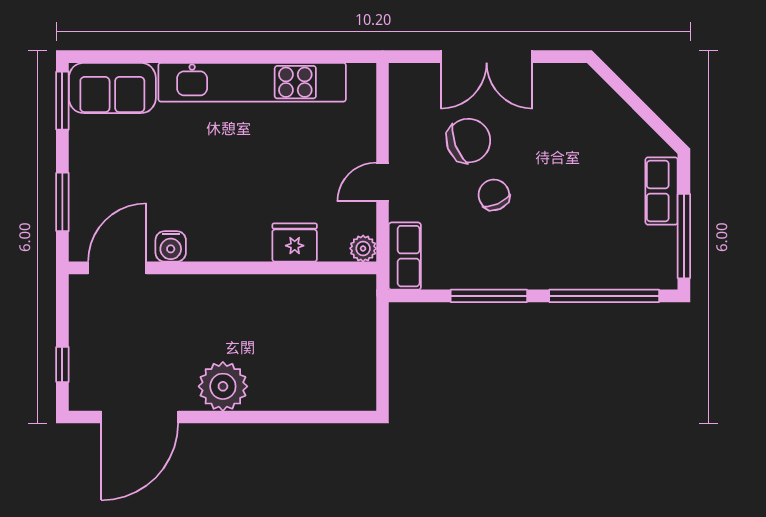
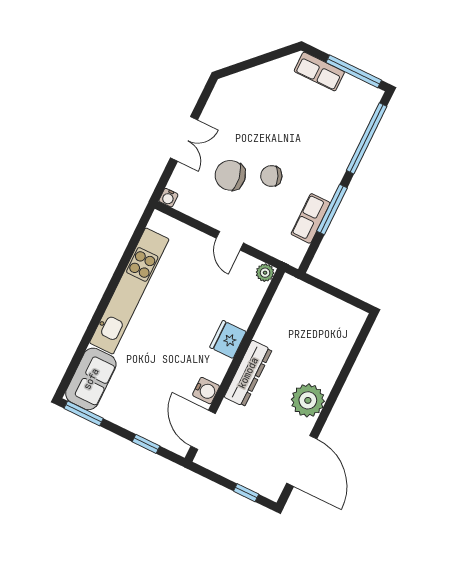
double door: (487, 57) -> (184, 139), width x0.73
water cooler: (400, 74) -> (168, 198), added
chair: (468, 141) -> (230, 175), turned -78
window: (62, 202) -> (146, 444), width x0.67
fridge: (295, 243) -> (228, 339), moved
row of seats: (405, 256) -> (311, 218), moved, turned -90
dresser: (220, 291) -> (248, 373), added

